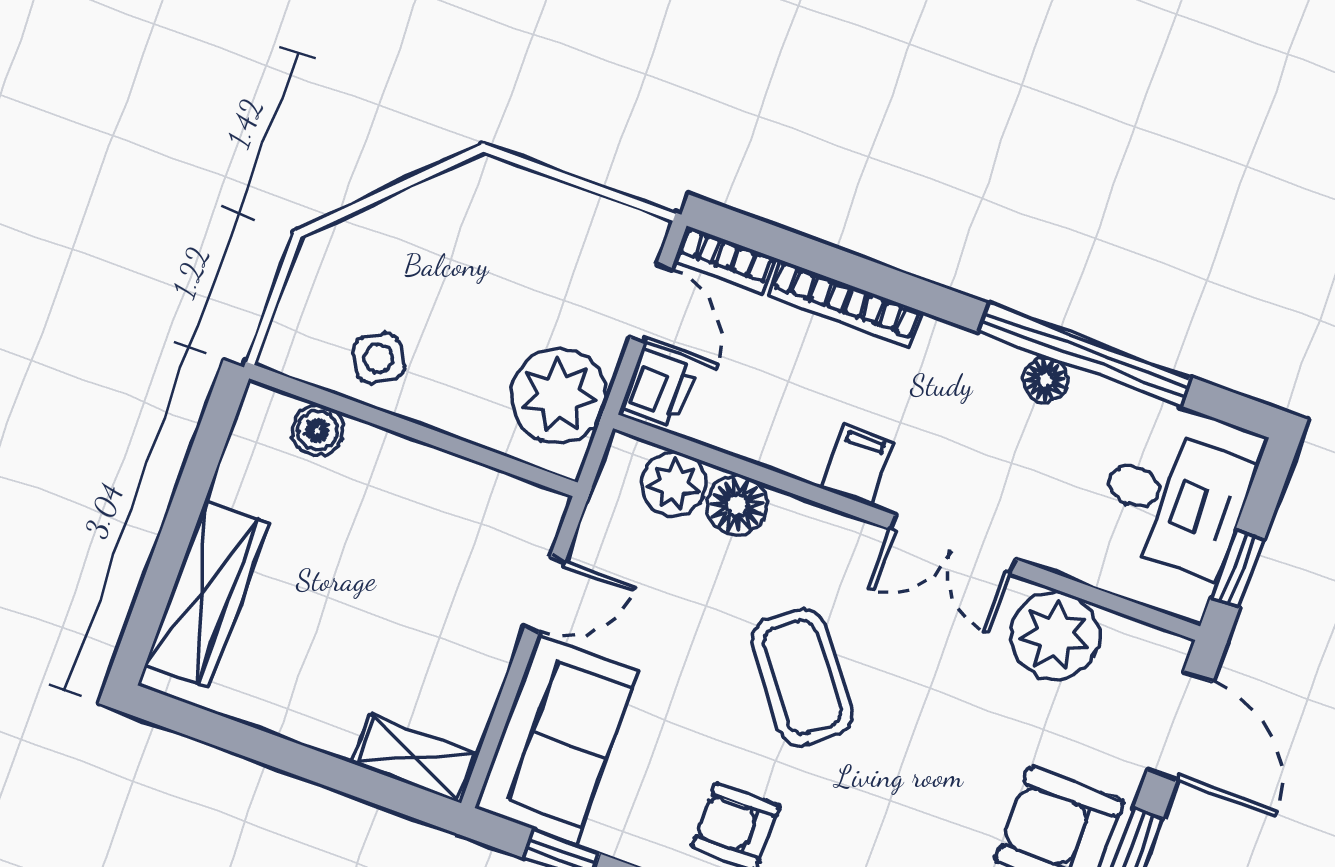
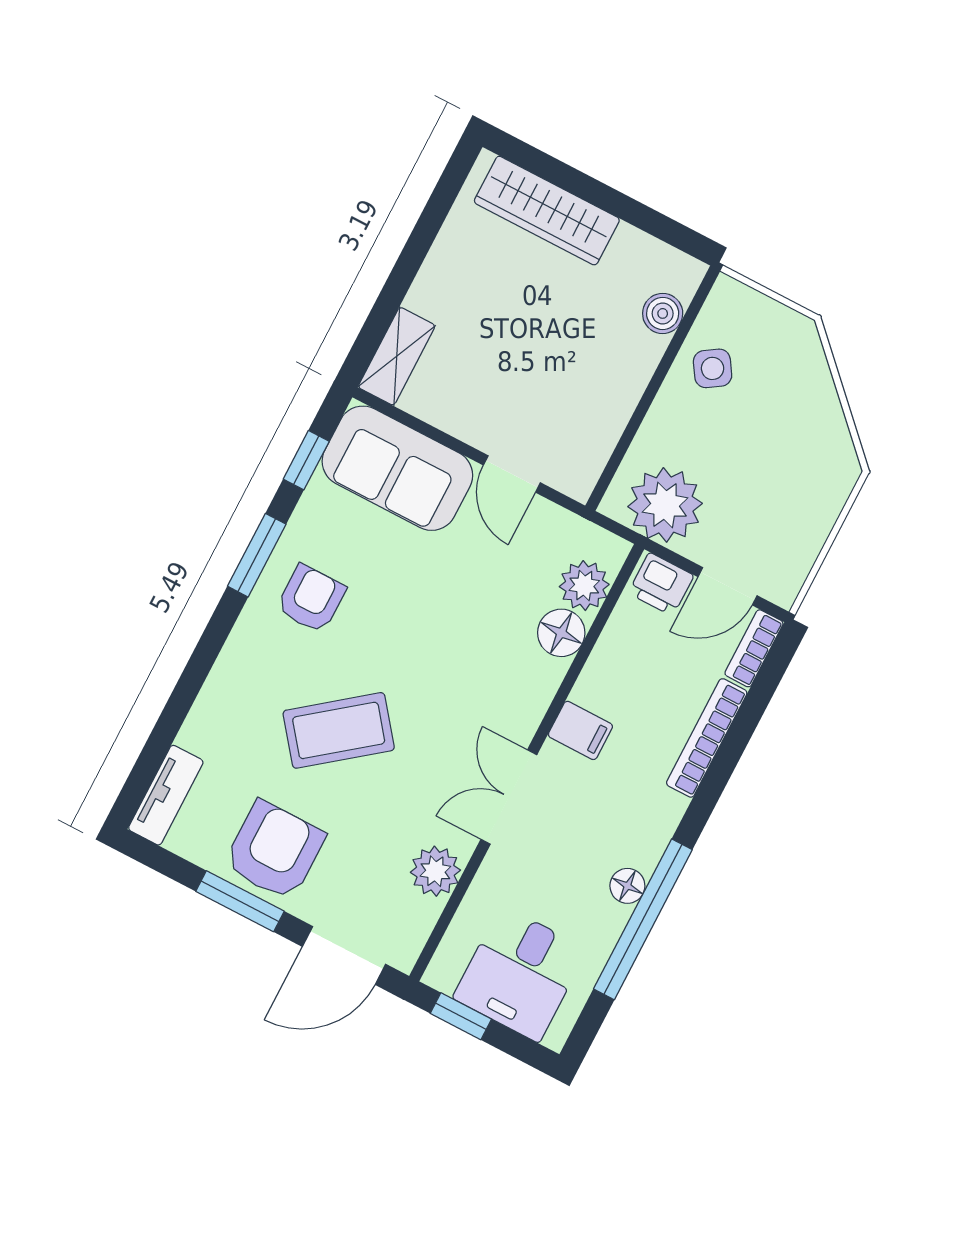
plant: (1055, 635) -> (435, 871), width x0.73, depth x0.73
coffee table: (802, 677) -> (339, 730), moved

